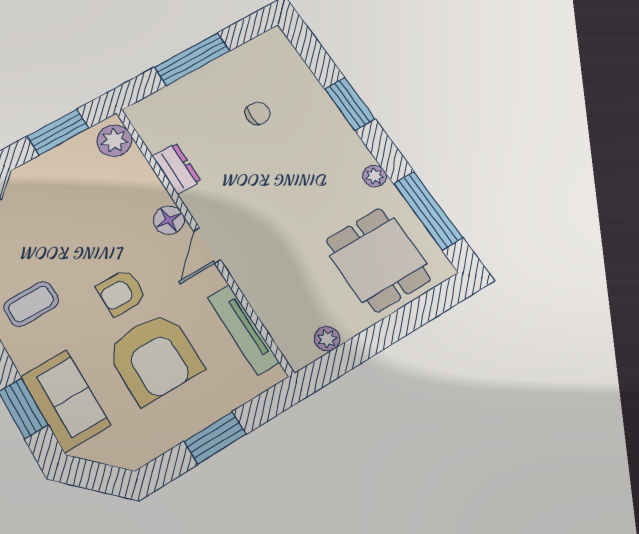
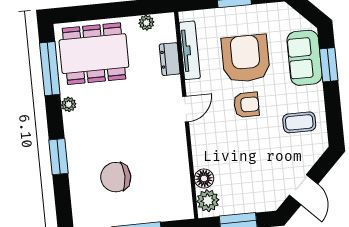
chair: (258, 113) -> (116, 177), width x1.87, depth x1.87
dresser: (177, 168) -> (170, 59), moved
floor lamp: (169, 220) -> (204, 178), moved
dining table: (378, 260) -> (94, 54), width x1.37

